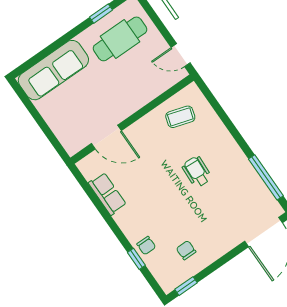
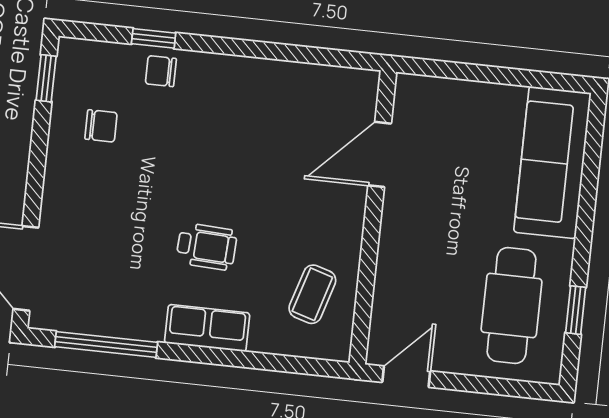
row of seats: (107, 194) -> (207, 328), moved, turned 180

